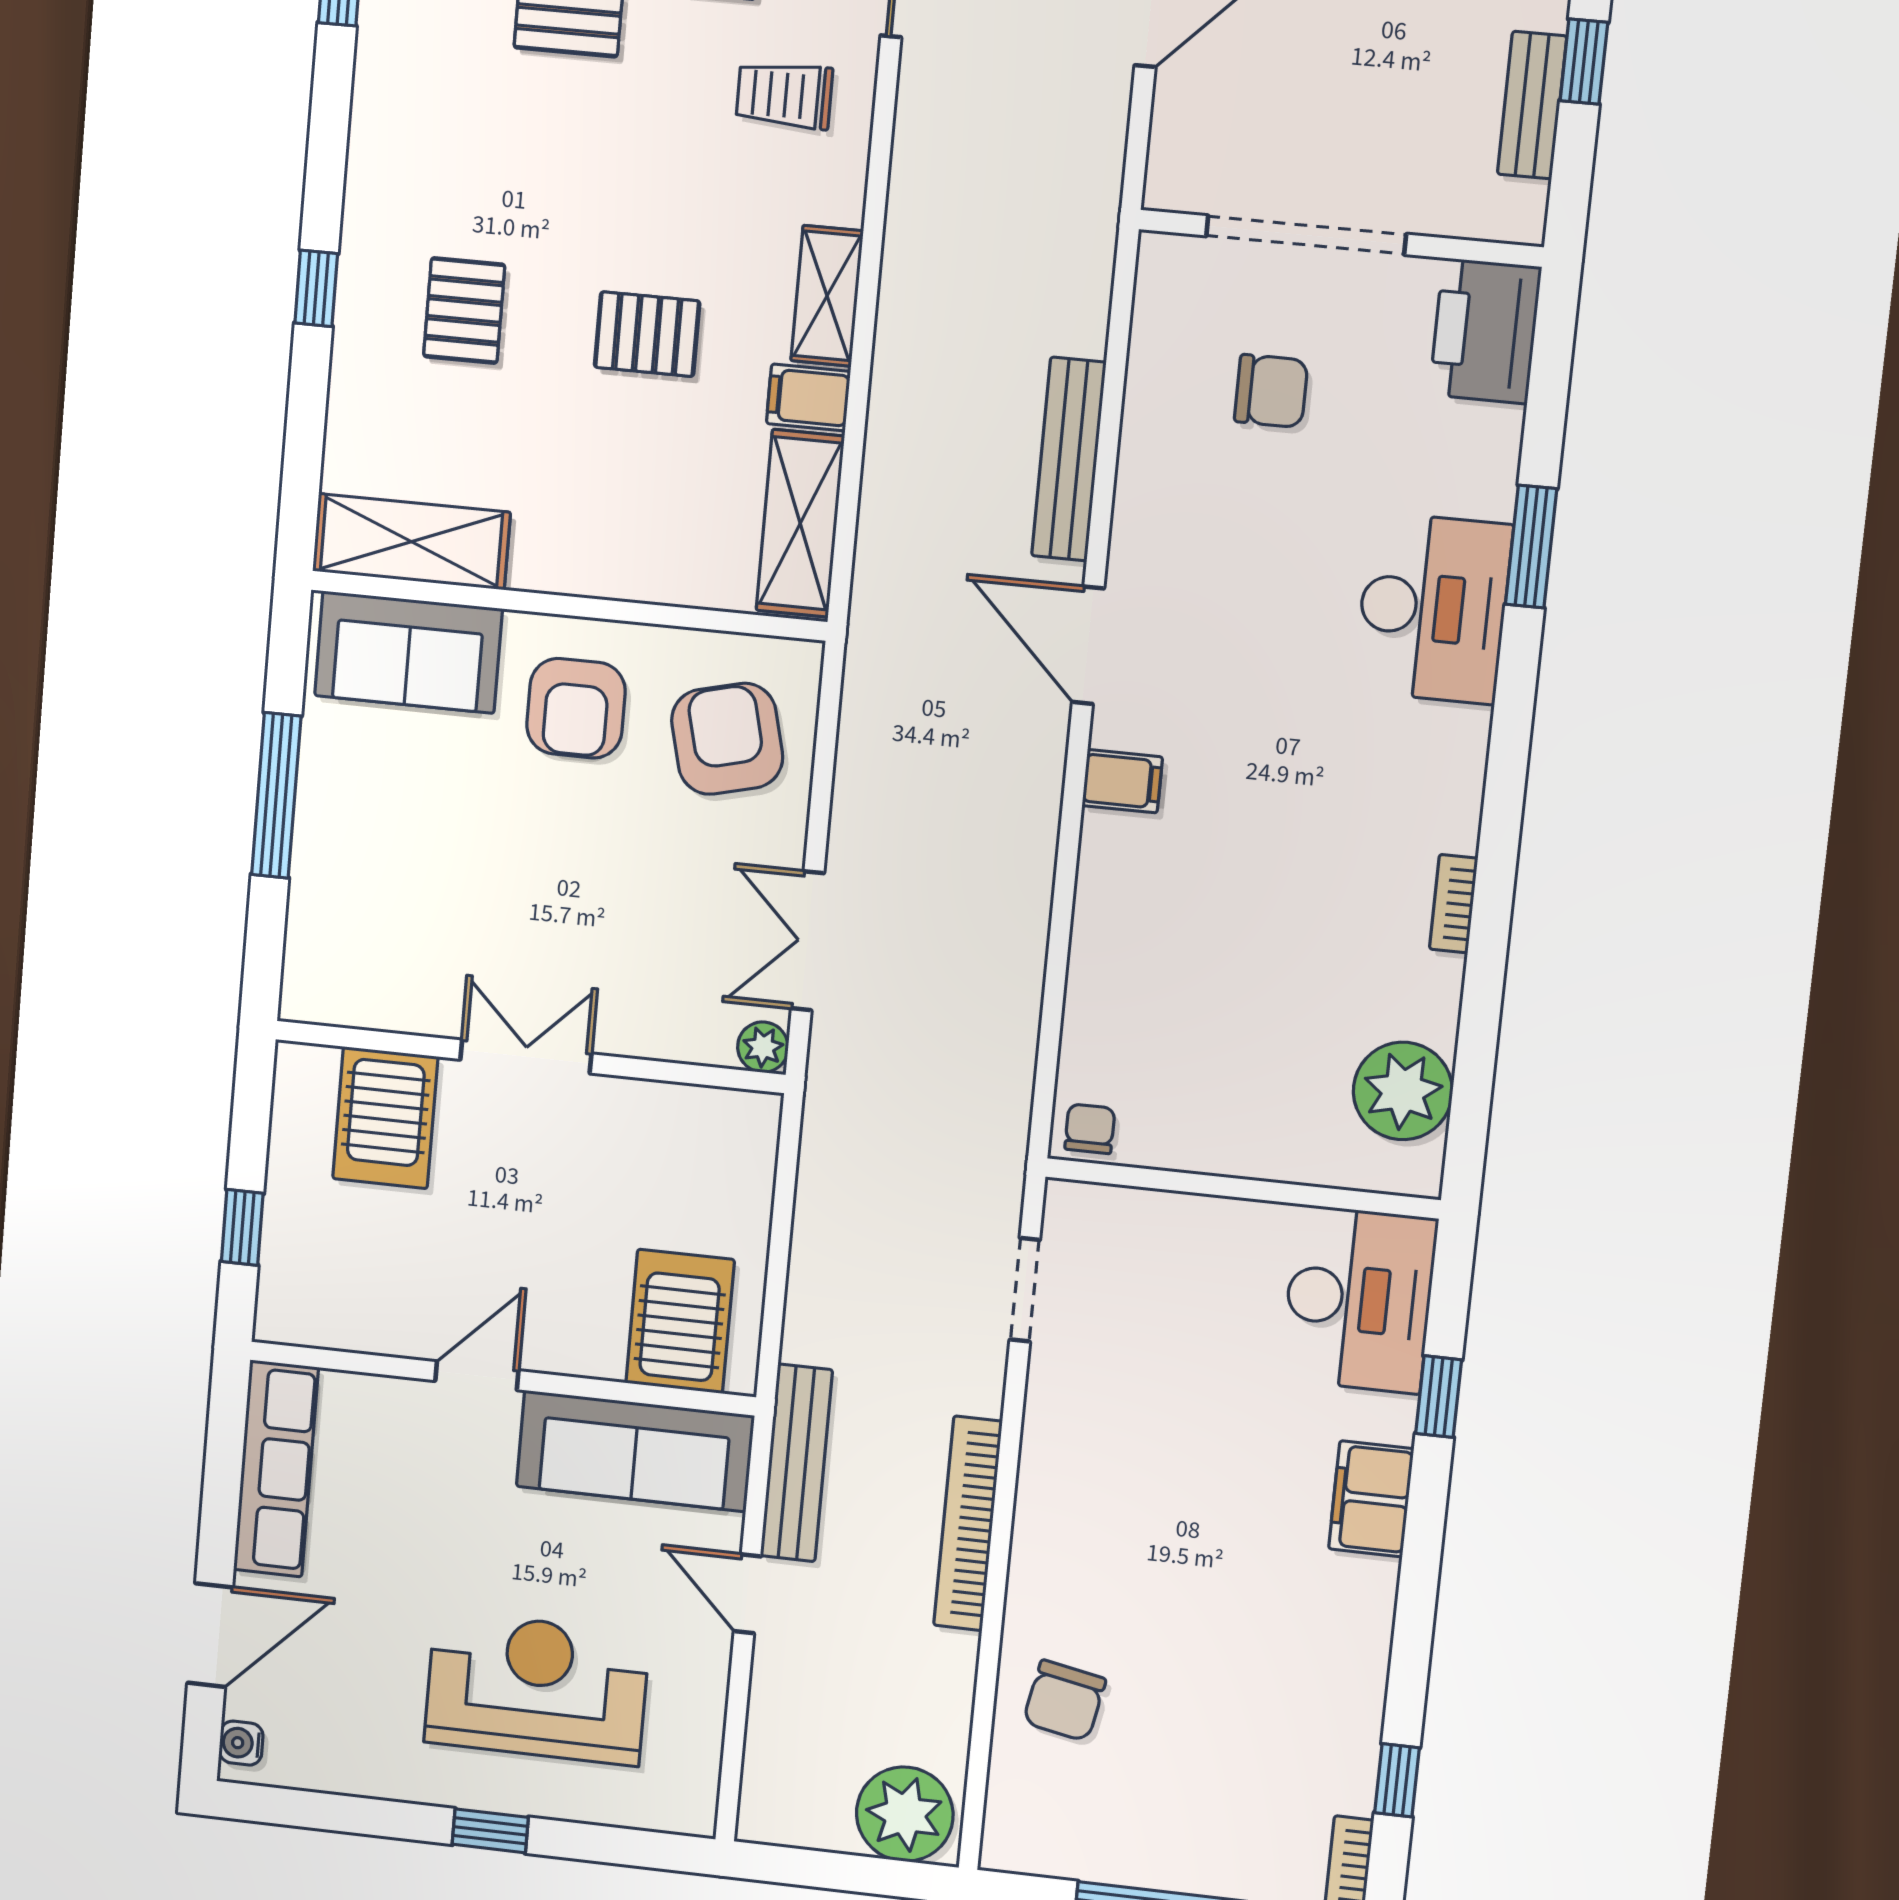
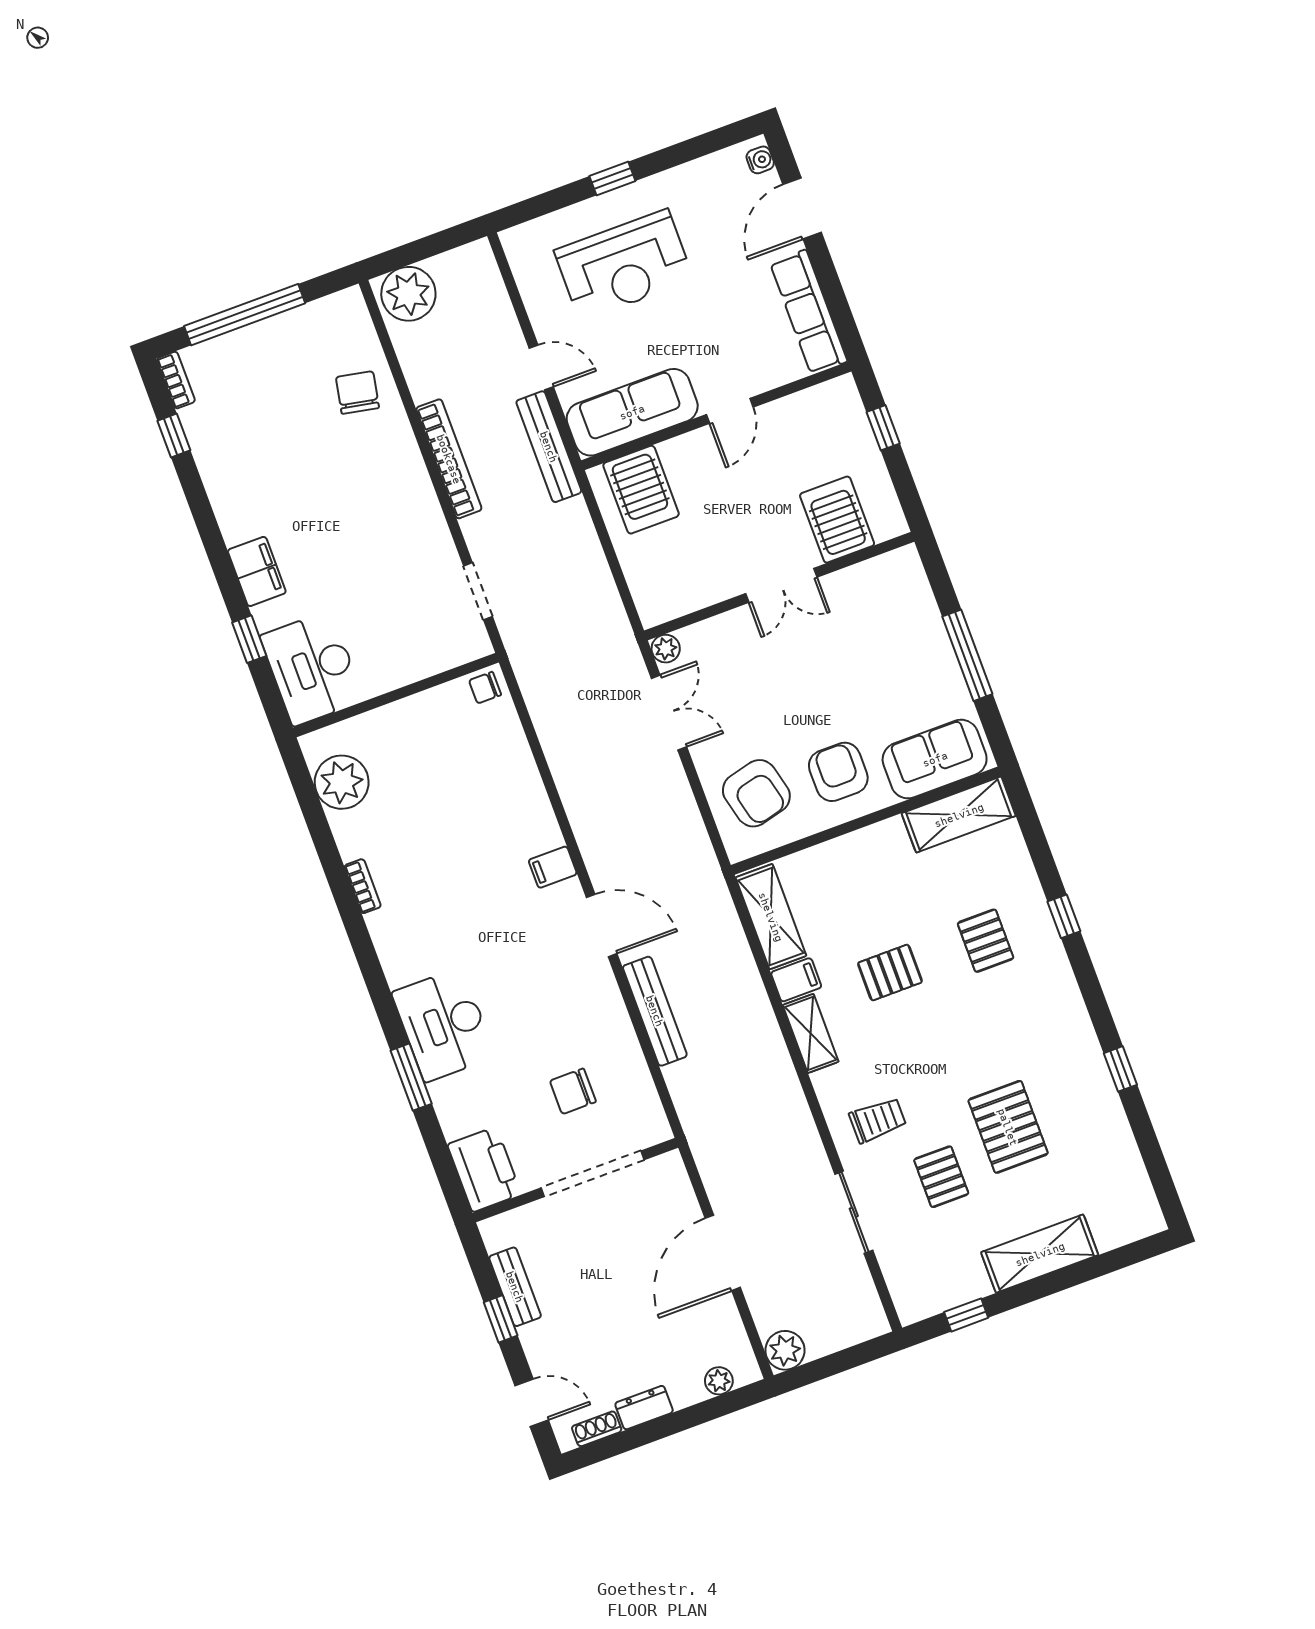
chair: (1090, 1129) -> (485, 688), turned 90

